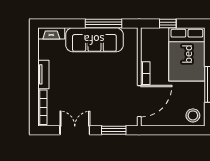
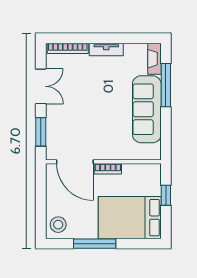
window: (103, 23) -> (166, 85), moved

